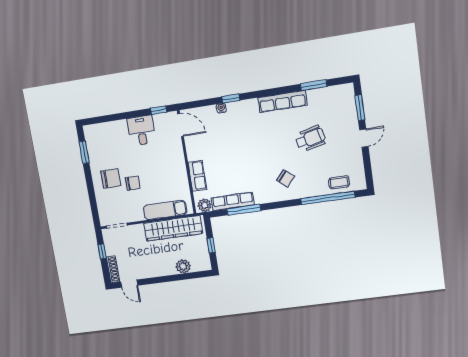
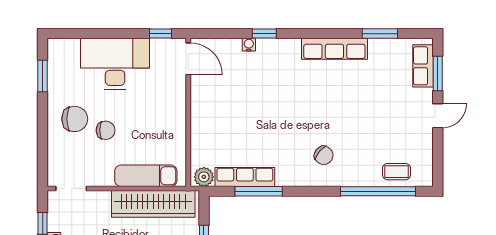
desk: (141, 130) -> (115, 64), width x1.87, depth x1.30
wheelchair: (310, 139) -> (366, 105), removed
row of seats: (197, 176) -> (423, 66), moved, turned 180

